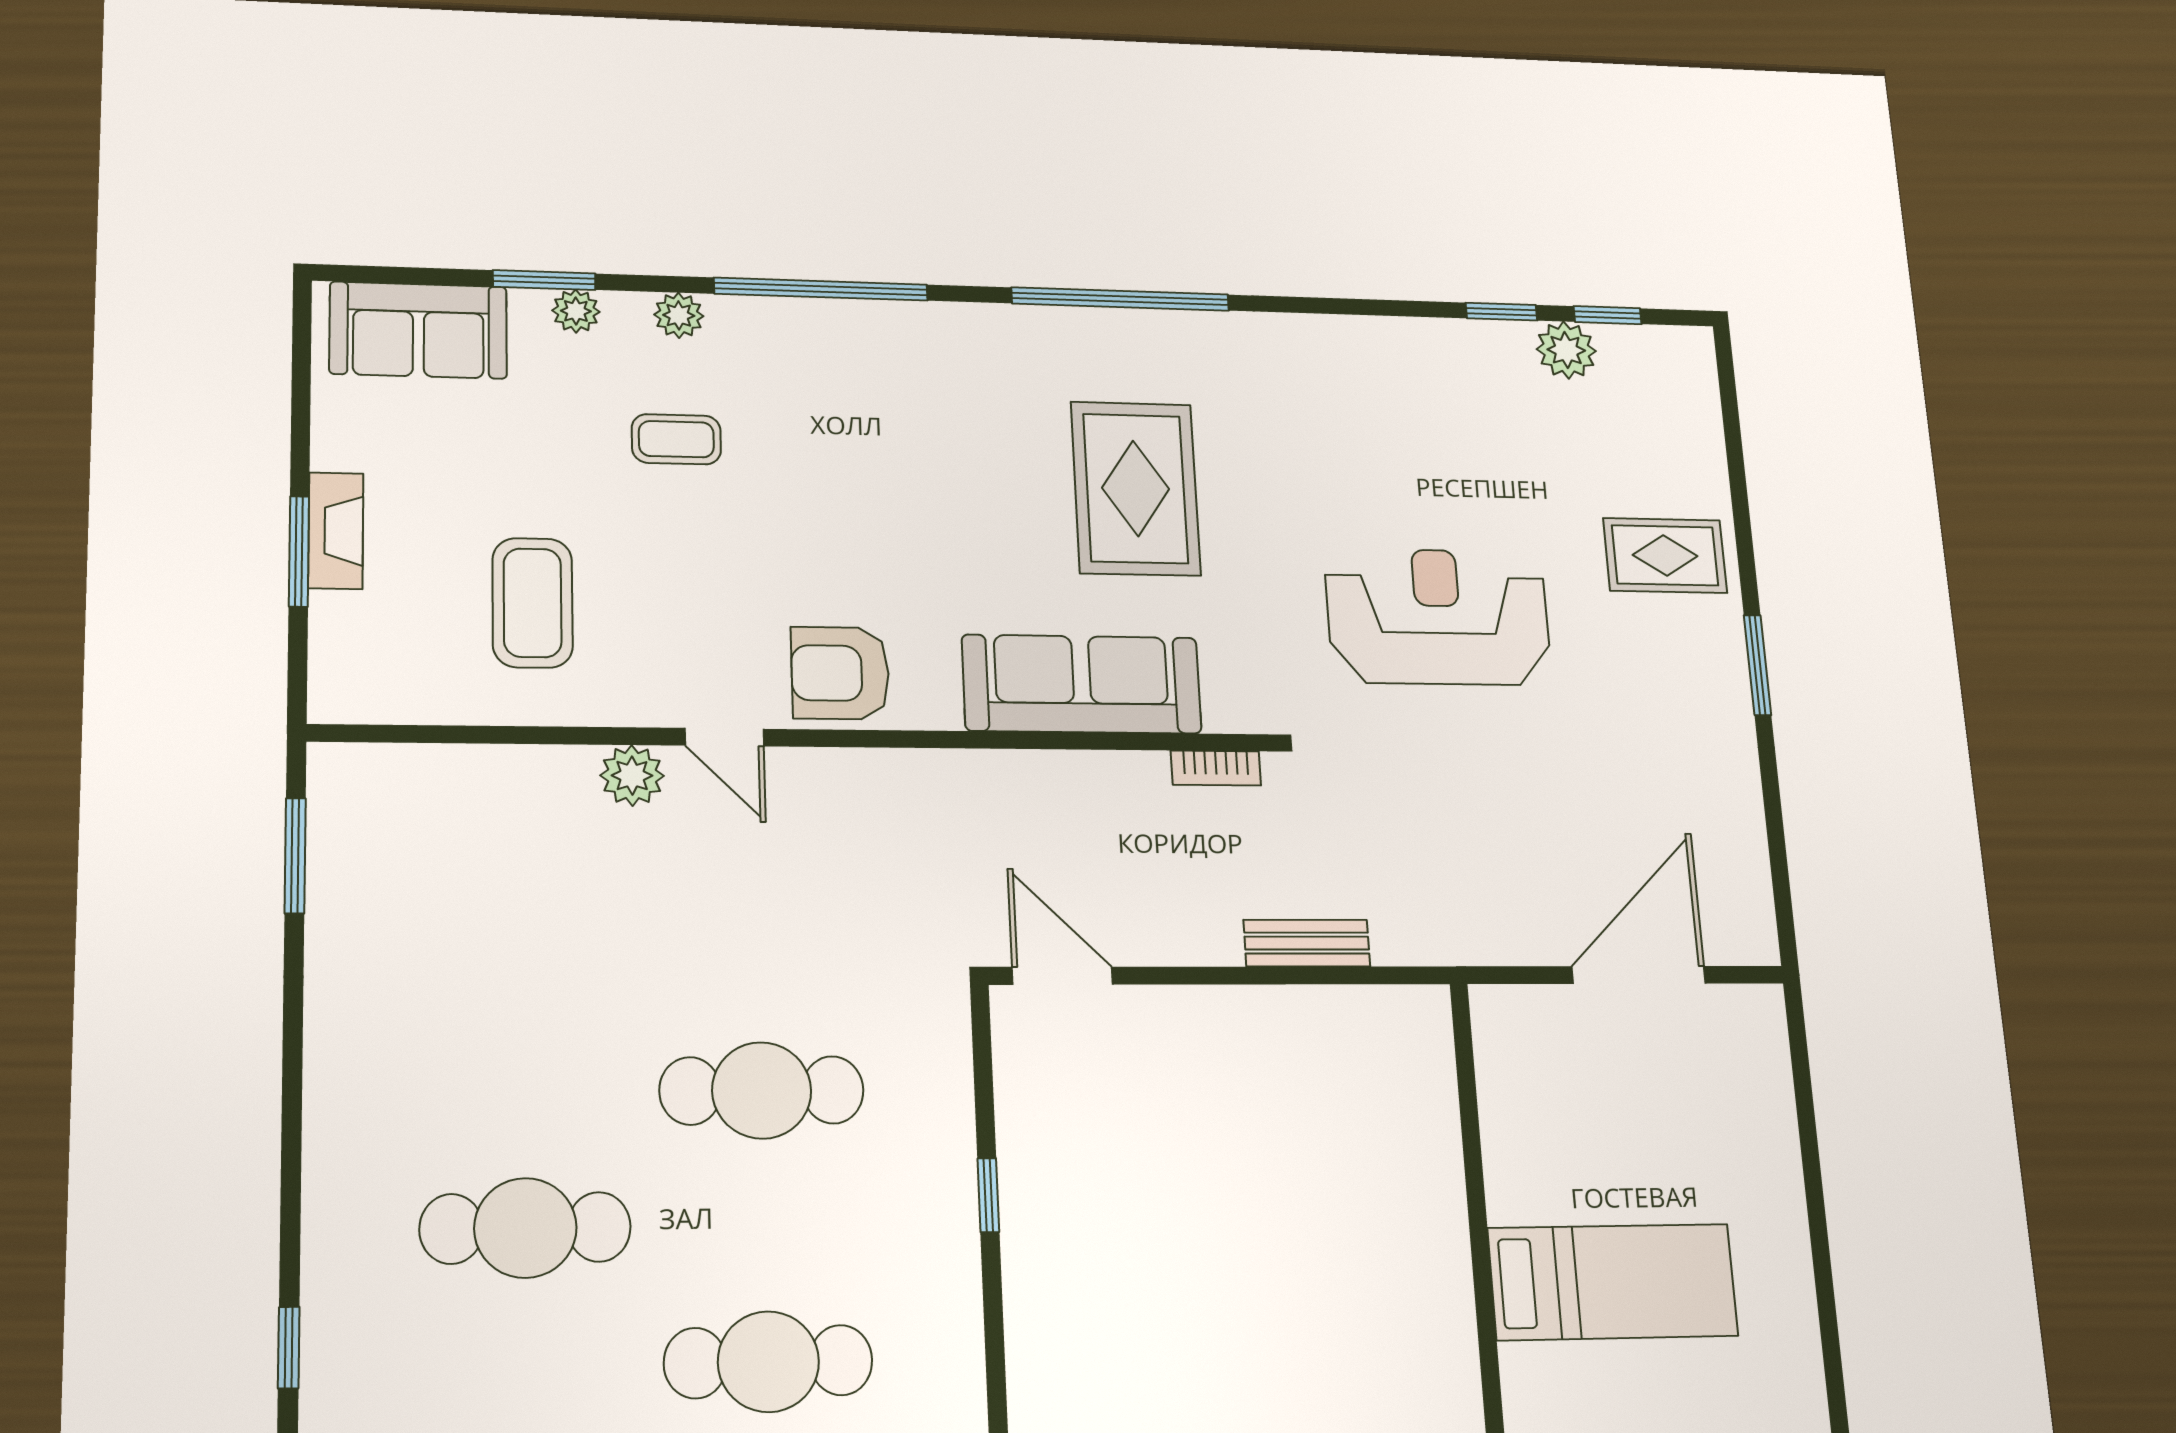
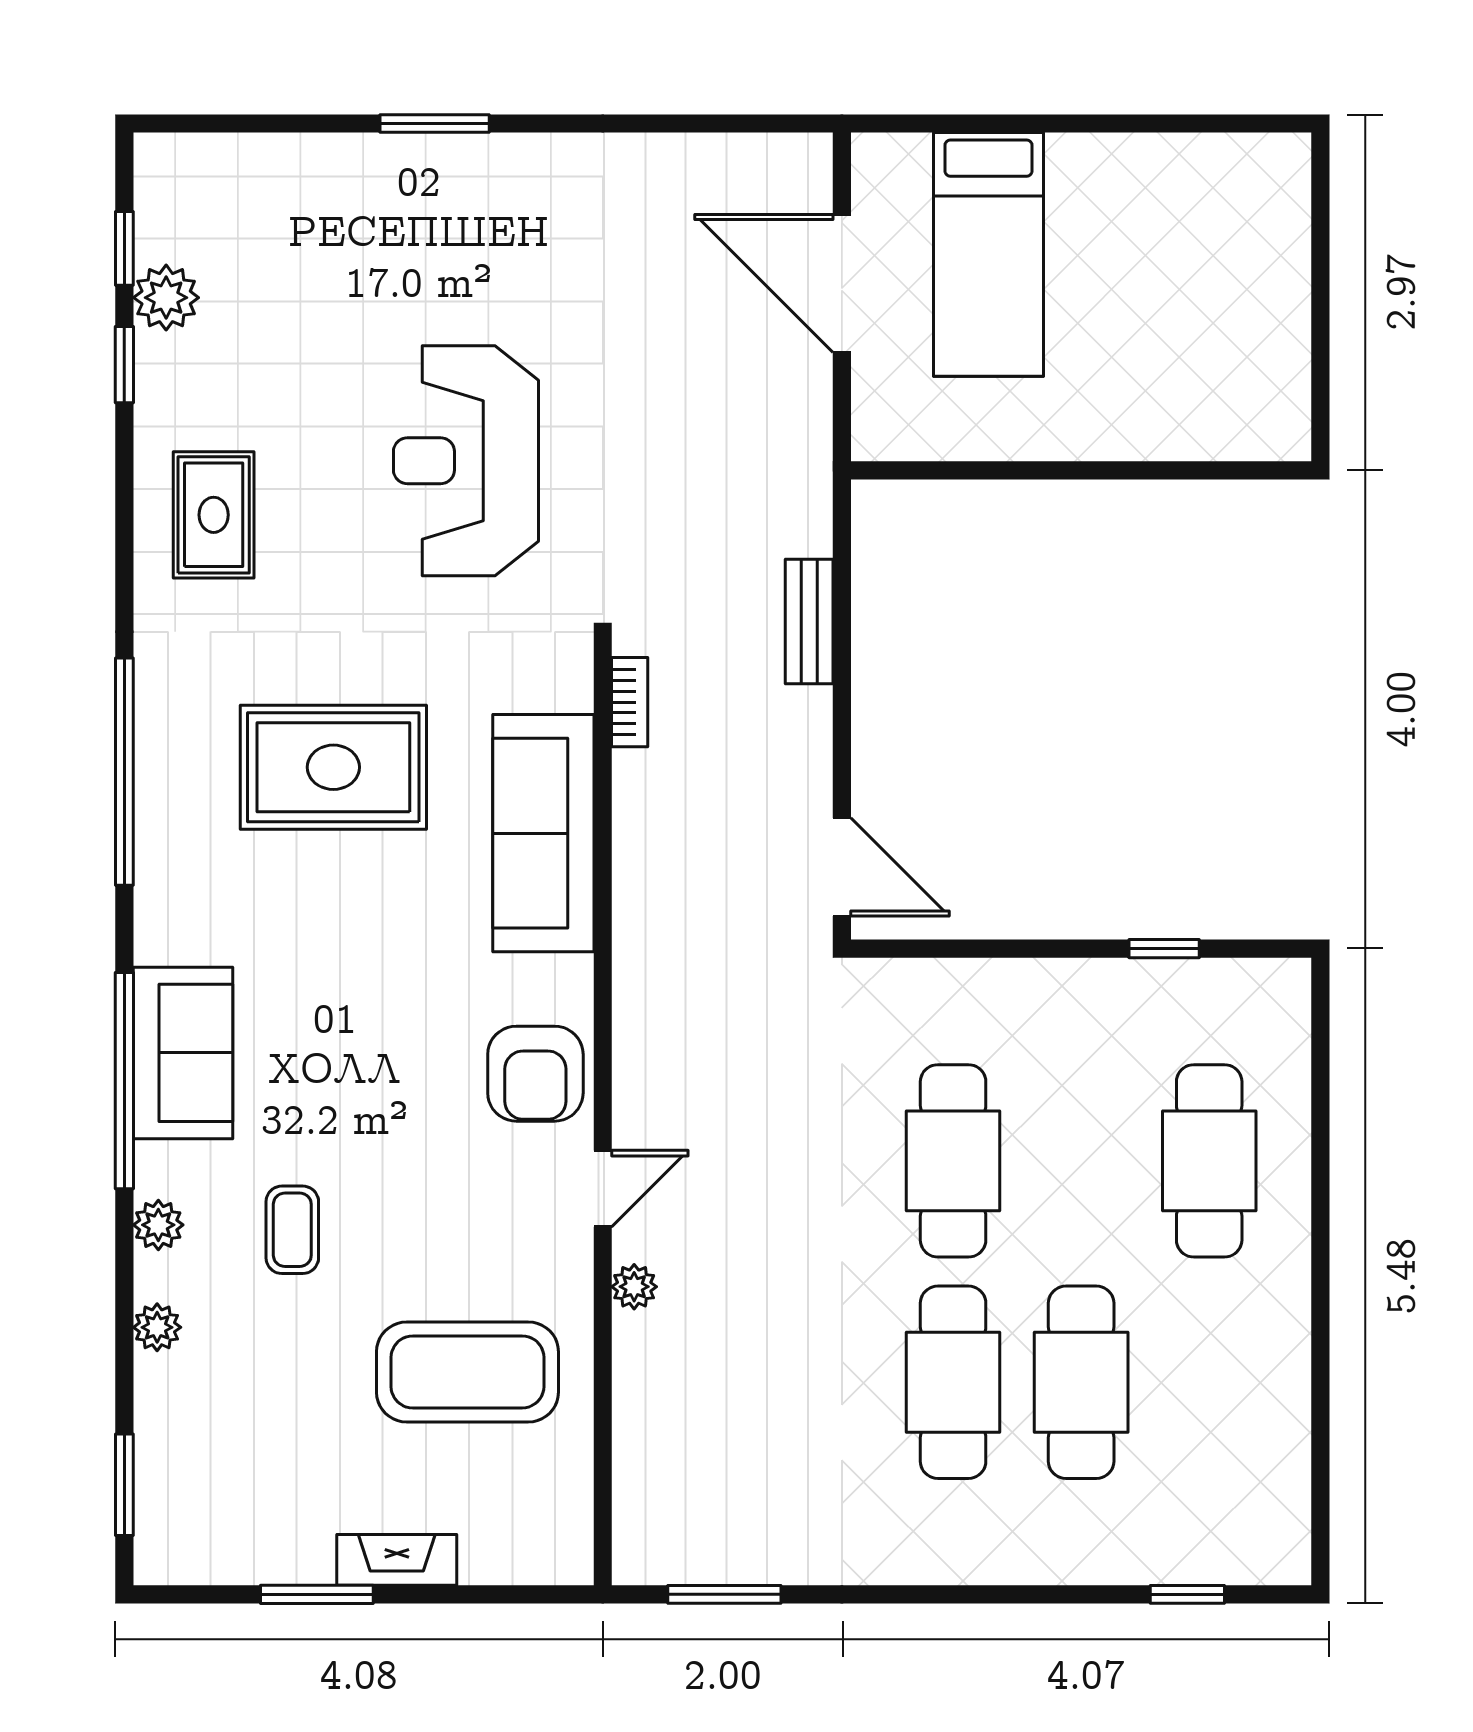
window: (544, 280) -> (124, 1485), moved
sofa: (418, 330) -> (183, 1053), moved
window: (299, 551) -> (317, 1594), moved
rug: (1665, 555) -> (214, 515), moved
coffee table: (533, 603) -> (467, 1372), width x1.36, depth x1.32
window: (1757, 665) -> (435, 123), moved
plant: (632, 776) -> (634, 1287), width x0.73, depth x0.73
door: (1062, 976) -> (842, 867), swing flipped
cafe table: (525, 1092) -> (953, 1382), added
window: (988, 1195) -> (1164, 949), moved
bed: (1613, 1282) -> (988, 254), moved, turned 180

